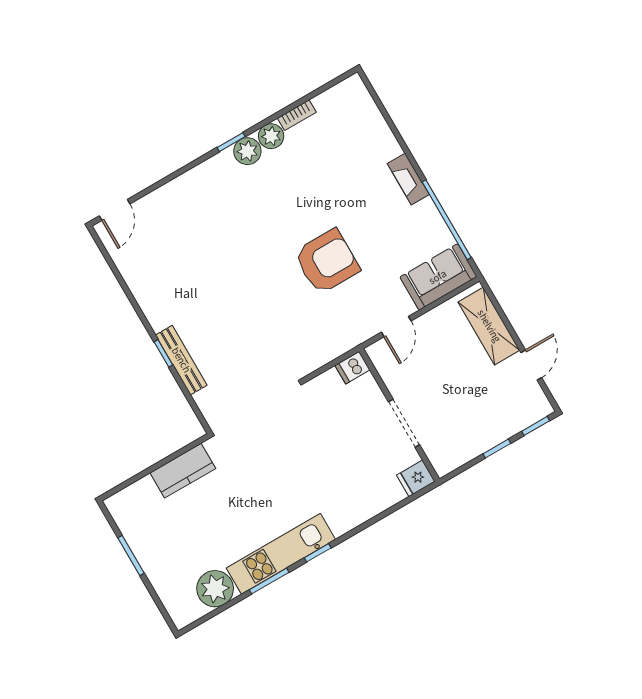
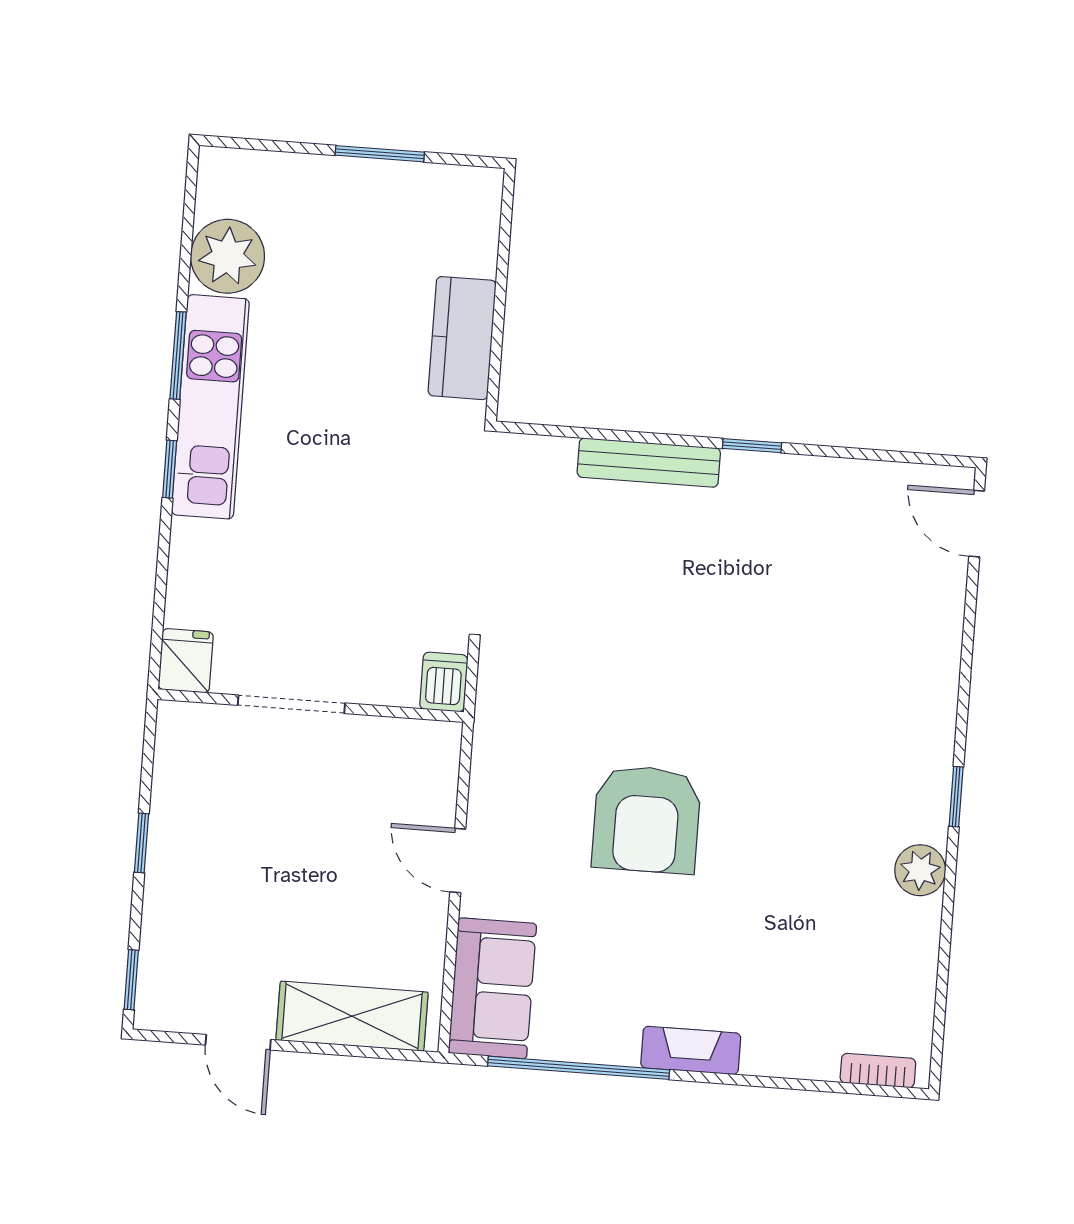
bookcase: (297, 115) -> (878, 1071), moved, turned 90
plant: (247, 151) -> (922, 813), removed
window: (163, 353) -> (752, 446), moved
dishwasher: (353, 368) -> (444, 682), moved
wall: (399, 415) -> (311, 706), moved
doorway: (404, 423) -> (291, 704), moved
window: (497, 449) -> (141, 843), moved
fridge: (416, 478) -> (186, 661), moved

